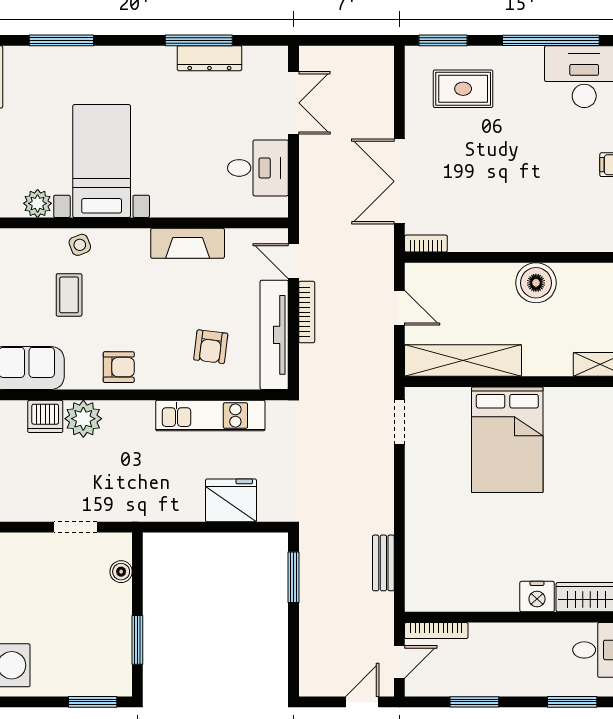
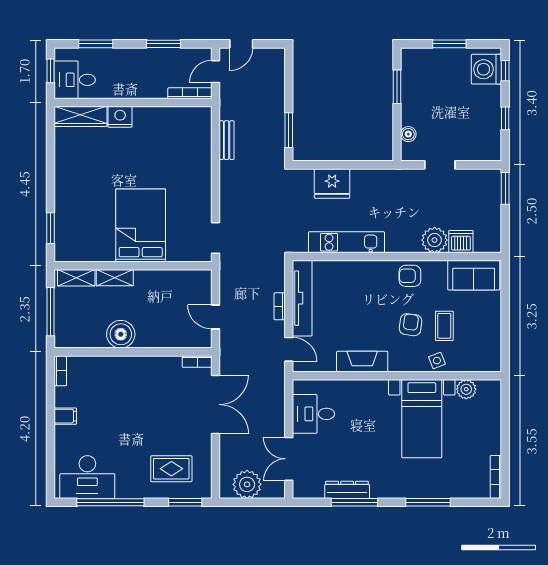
window: (61, 40) -> (428, 502), moved
plant: (354, 66) -> (247, 484), added
bookcase: (307, 312) -> (280, 306), width x0.64
armchair: (211, 347) -> (411, 325), moved
shelving: (463, 360) -> (115, 278), moved, width x0.45, depth x0.75
window: (93, 702) -> (449, 44), moved

